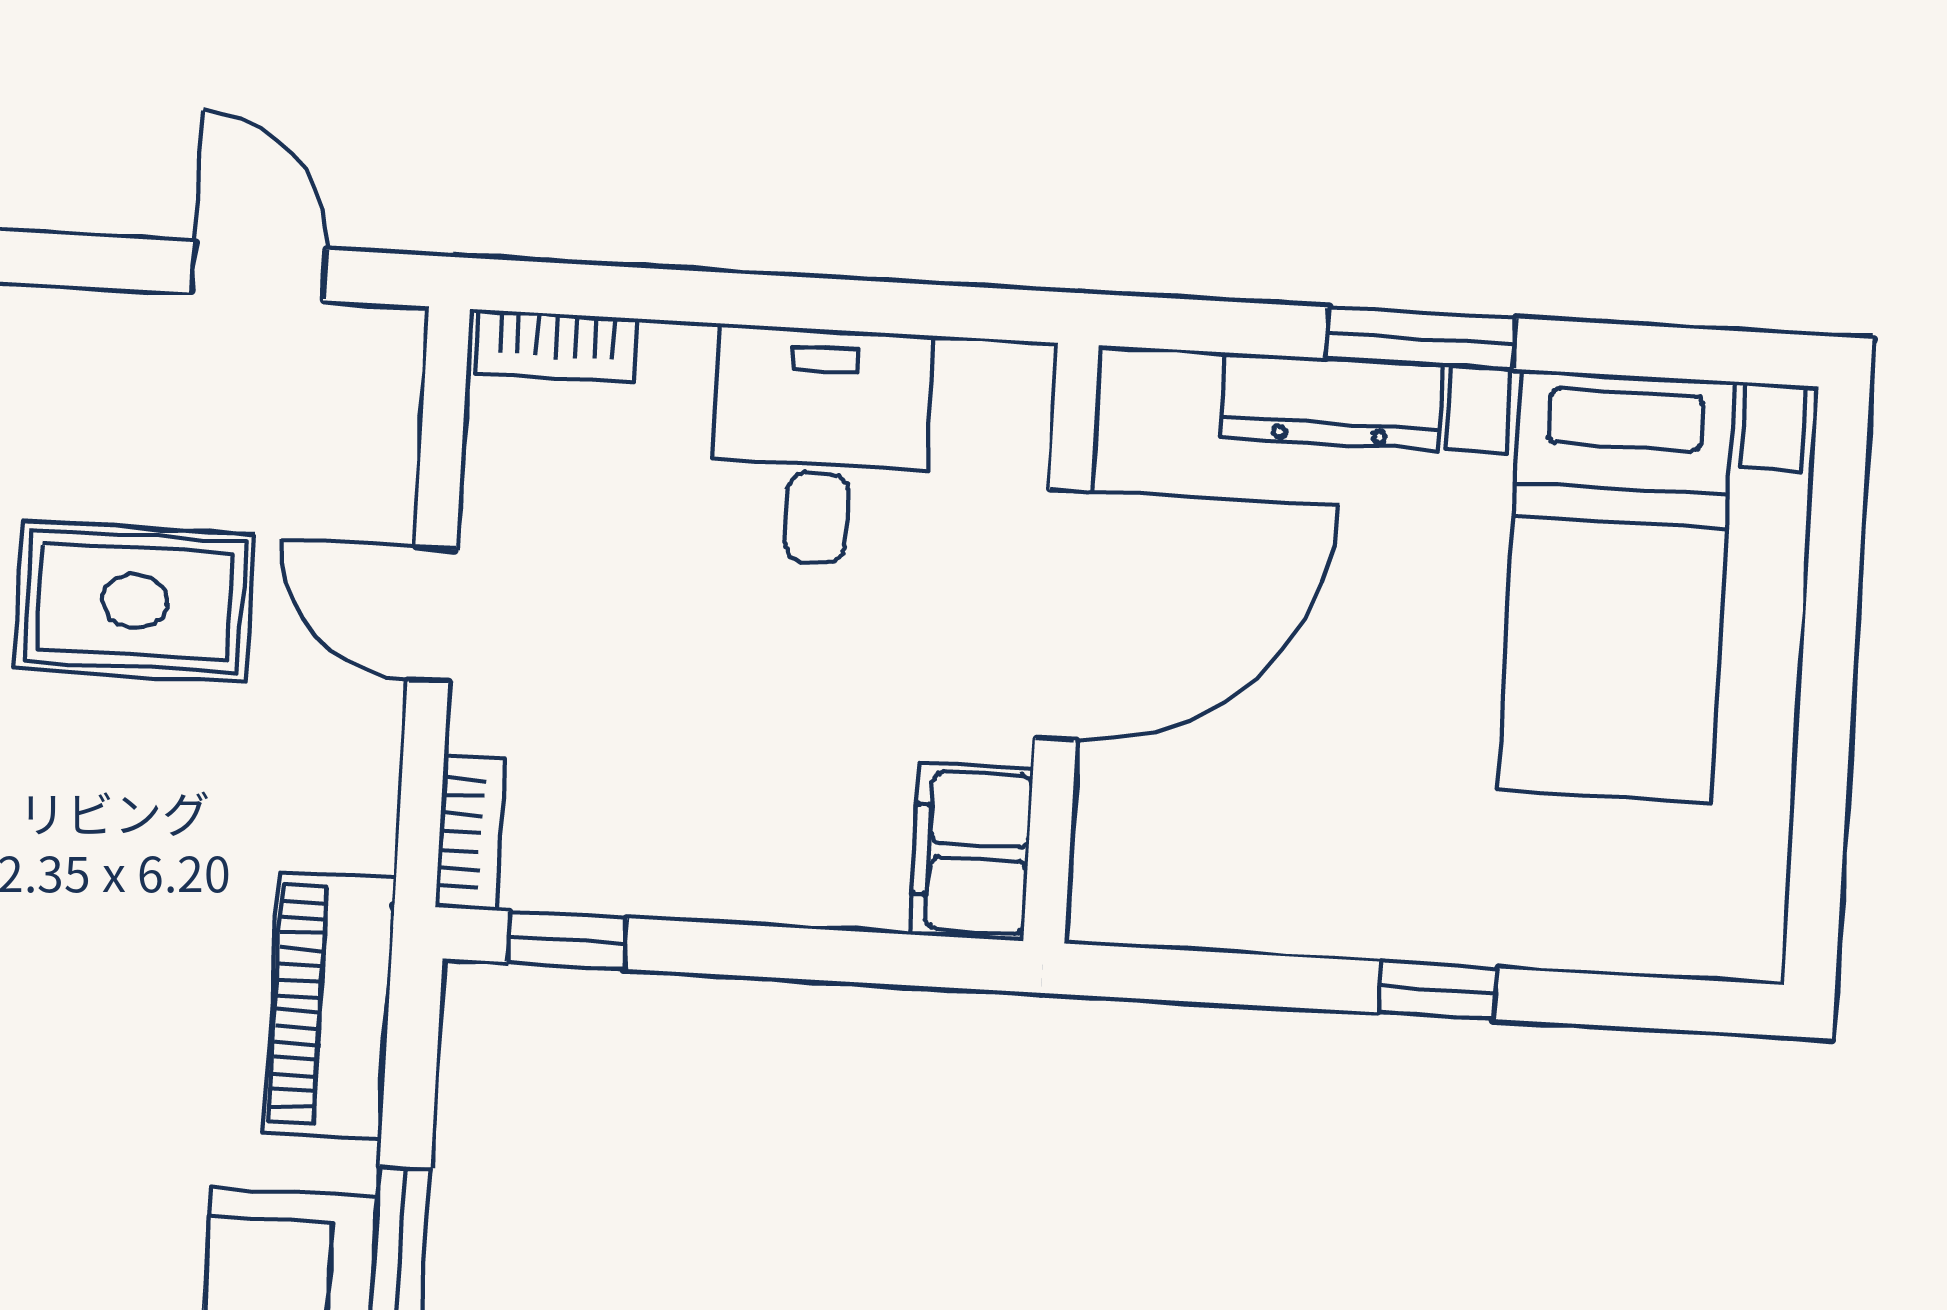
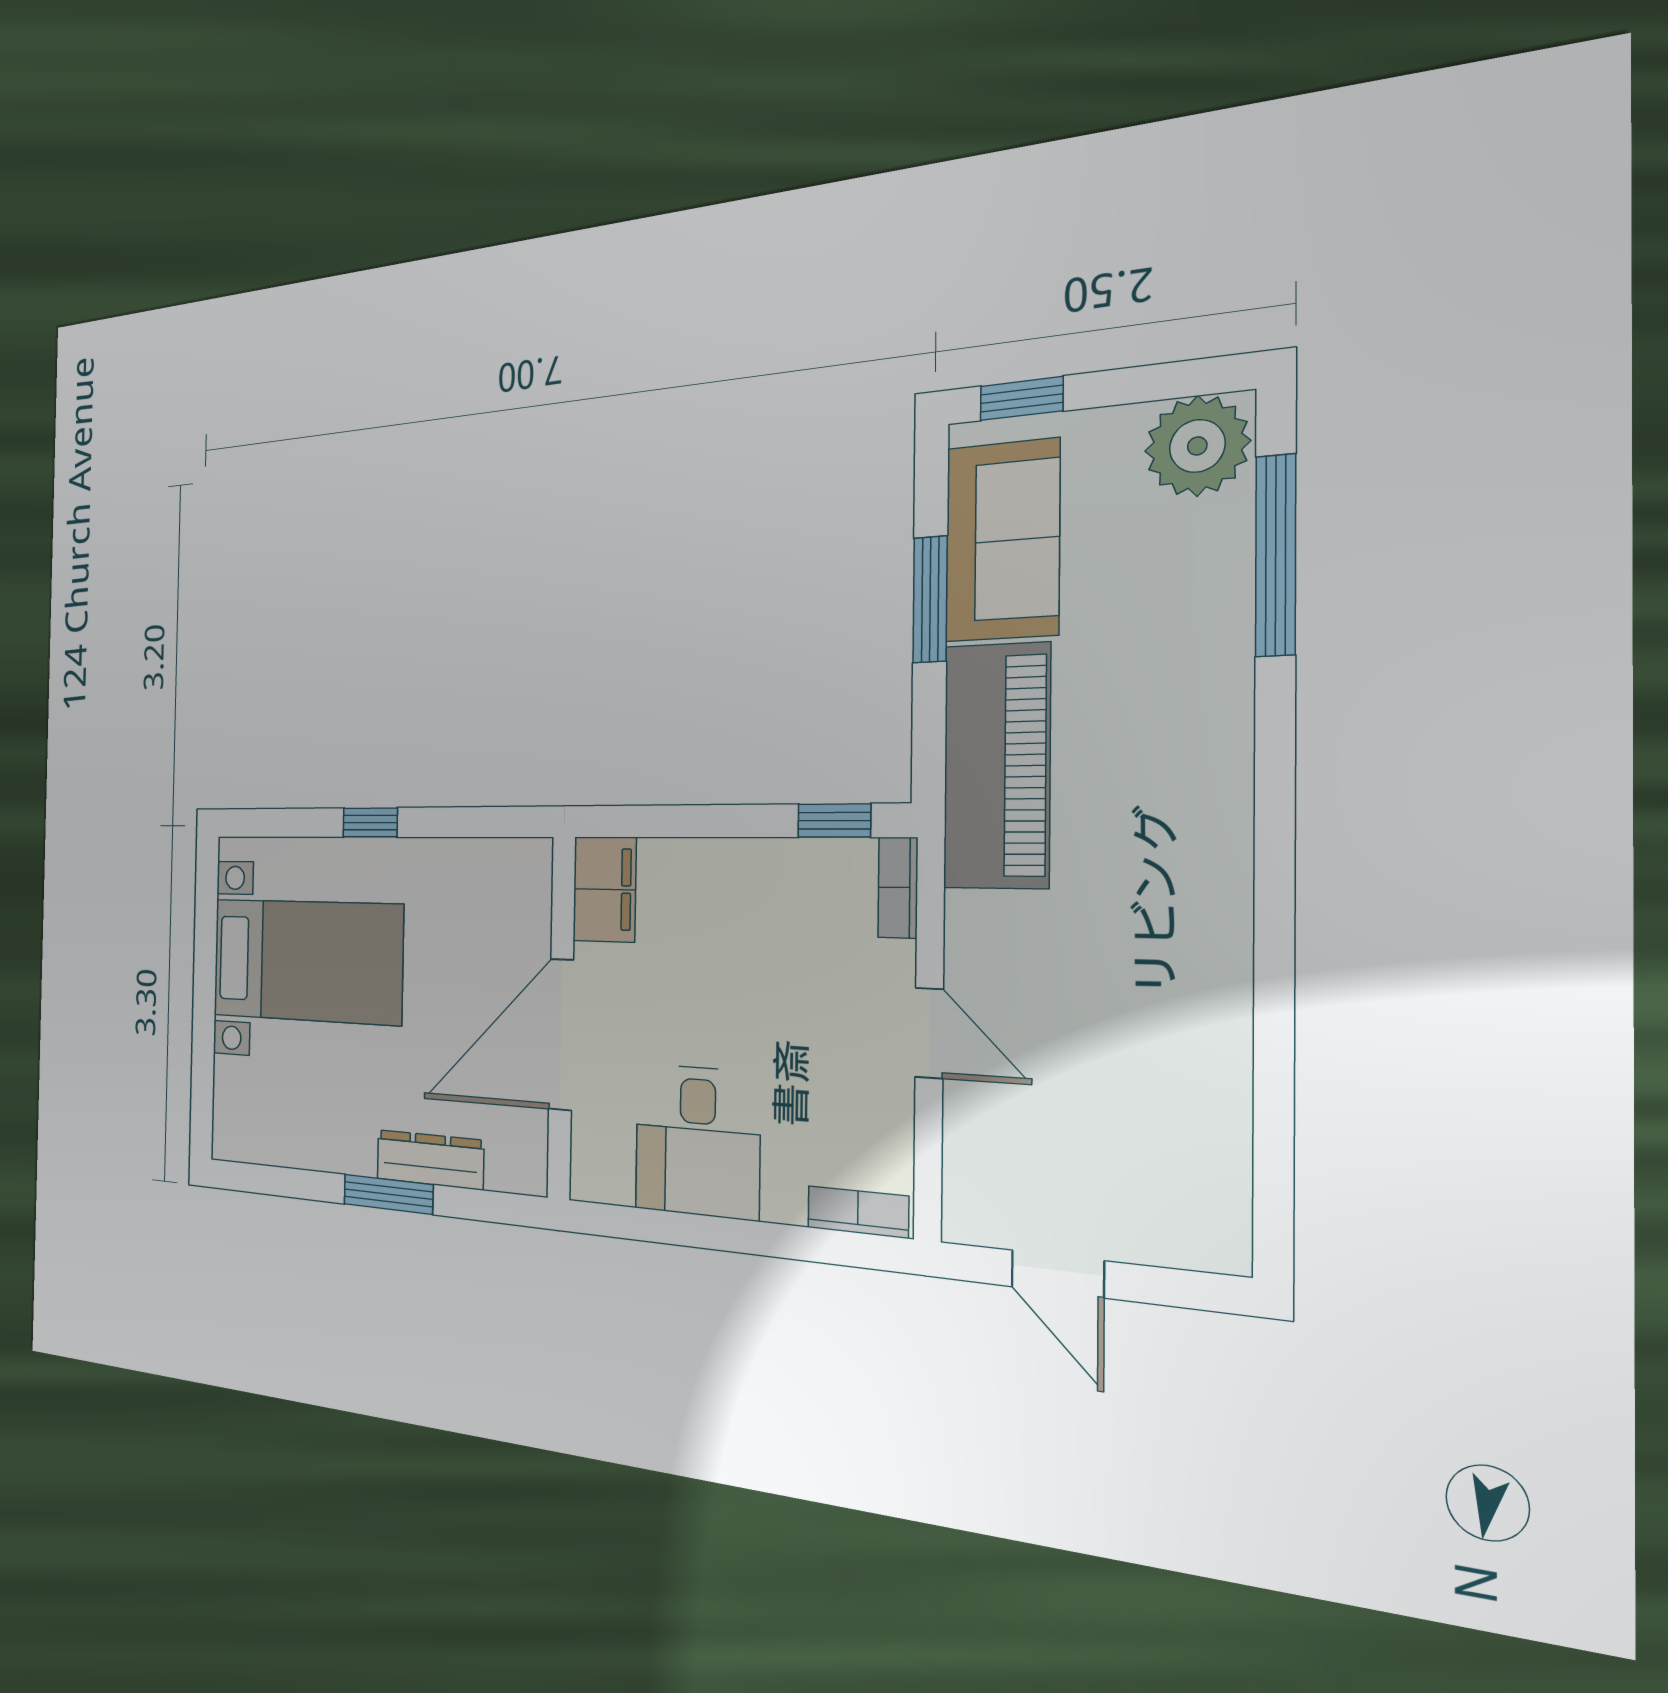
bed with nightstands: (1616, 586) -> (306, 961), moved, turned 90
rug: (135, 601) -> (1134, 1042), removed
piano: (330, 1006) -> (997, 766), width x1.37, depth x1.33

